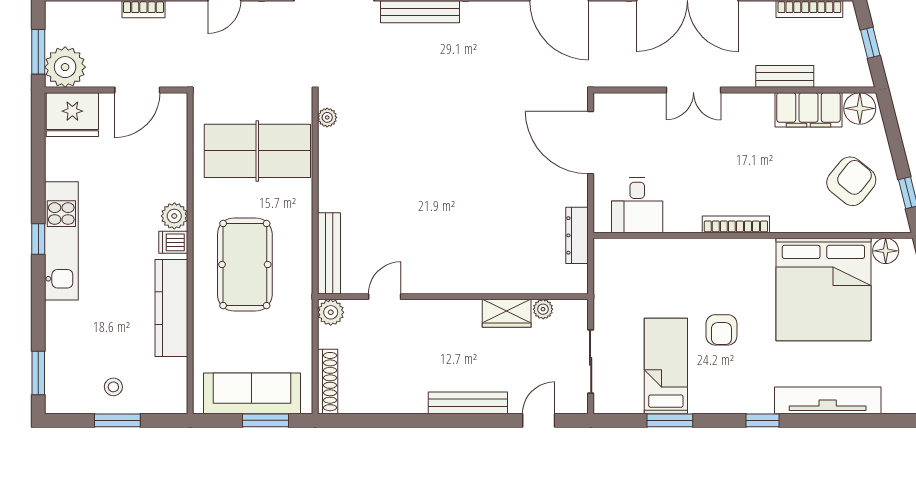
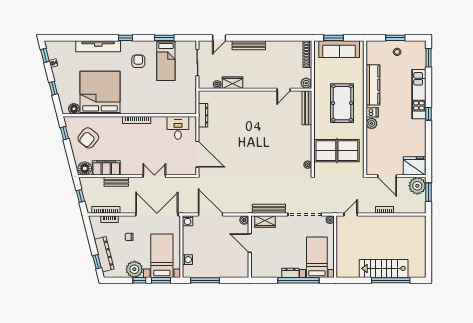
door: (137, 90) -> (387, 176), swing flipped
kitchen unit: (61, 241) -> (419, 94), moved
armchair: (721, 330) -> (138, 61), moved

